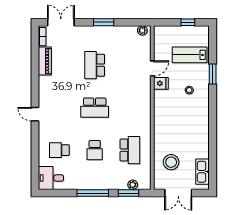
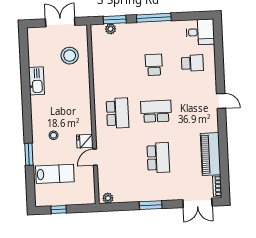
piano: (45, 61) -> (211, 154), width x1.37, depth x1.33
school desk: (130, 150) -> (118, 113), moved, turned 180
kitchen sink: (203, 172) -> (36, 81), moved

